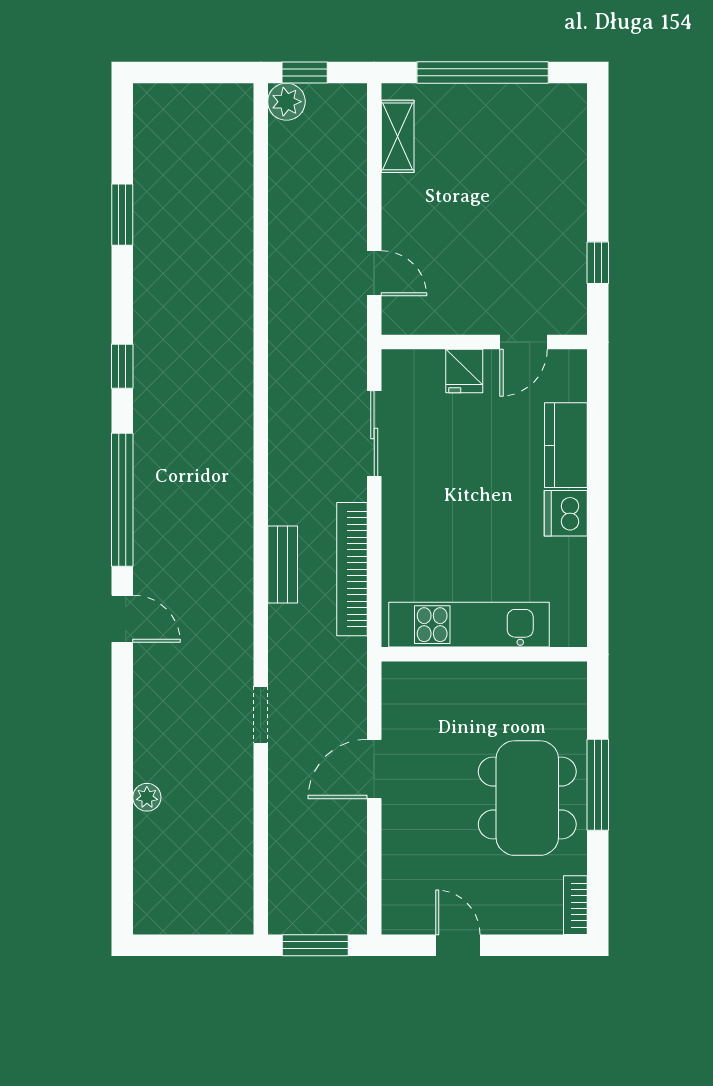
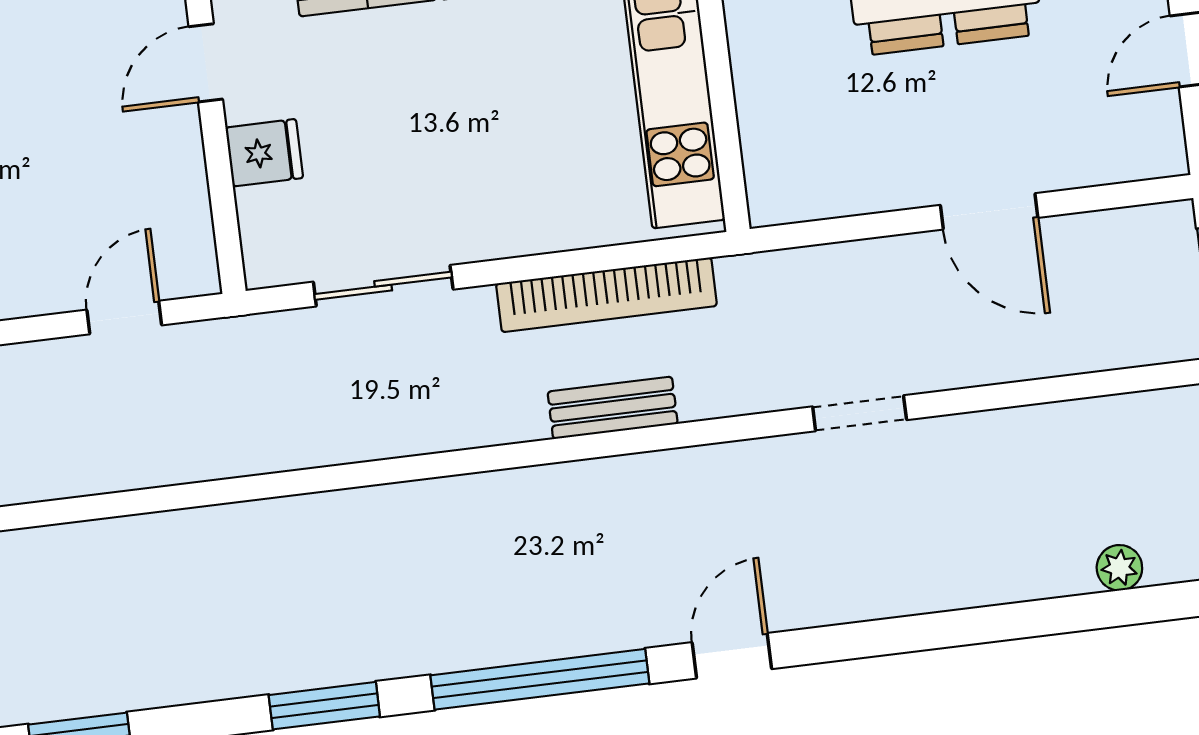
door: (524, 342) -> (206, 63), swing flipped
window: (122, 366) -> (324, 706), width x1.50
door: (374, 769) -> (989, 211), moved
plant: (147, 797) -> (1119, 568), moved

